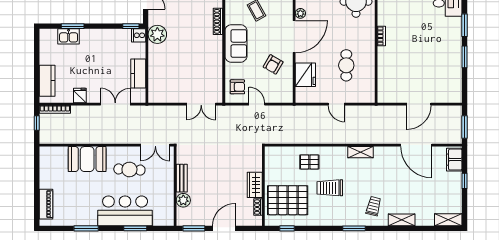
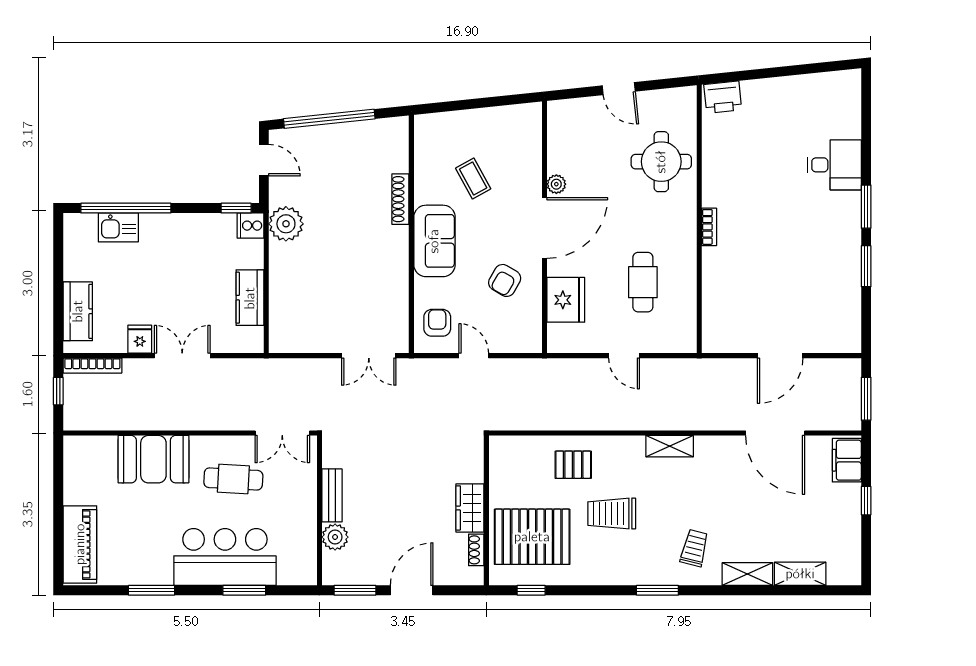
window: (73, 26) -> (126, 208), width x2.11
armchair: (237, 87) -> (437, 323), turned -90
double door: (115, 104) -> (182, 356), moved
piano: (46, 204) -> (80, 544), width x1.37, depth x1.33
shelving: (448, 220) -> (800, 574), moved

